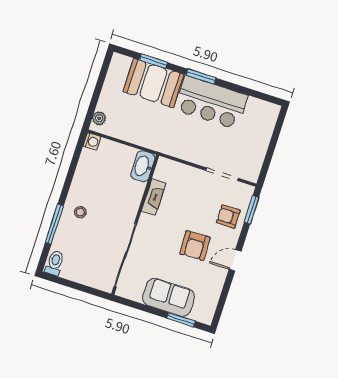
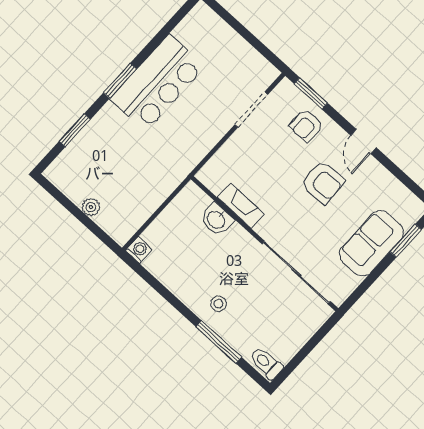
booth: (153, 83) -> (102, 143), removed
plant: (99, 118) -> (91, 207), moved
washbasin: (143, 166) -> (216, 219), moved, width x0.72

